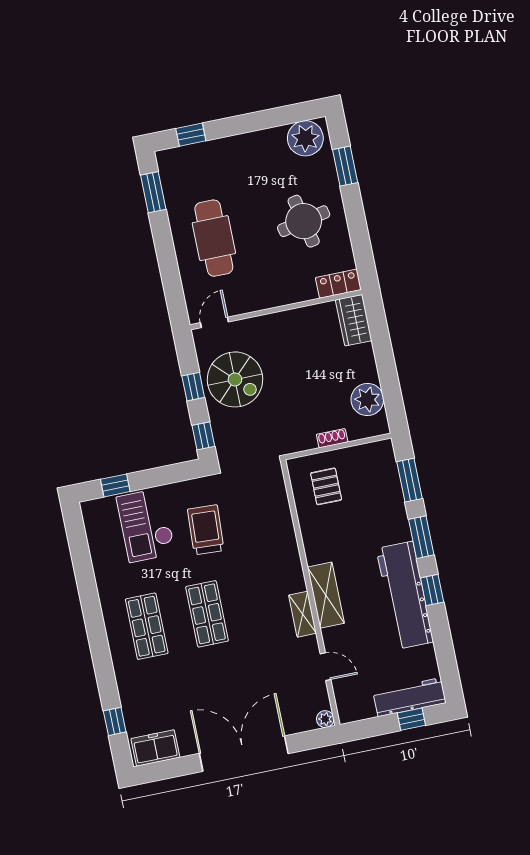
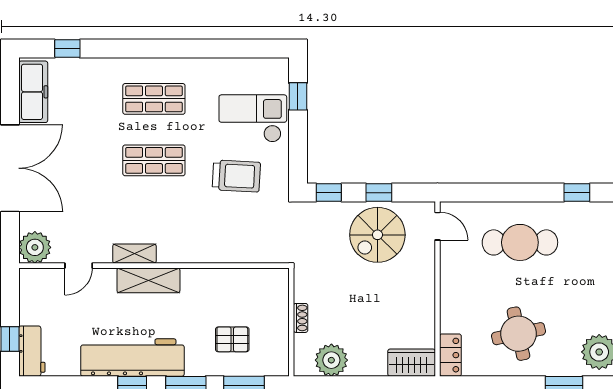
window: (153, 192) -> (577, 193), width x0.67
pallet: (326, 486) -> (232, 339), moved
workbench: (410, 697) -> (32, 351), width x0.73
plant: (325, 719) -> (35, 247), width x1.88, depth x1.88
freezer: (155, 748) -> (33, 92), width x1.40

